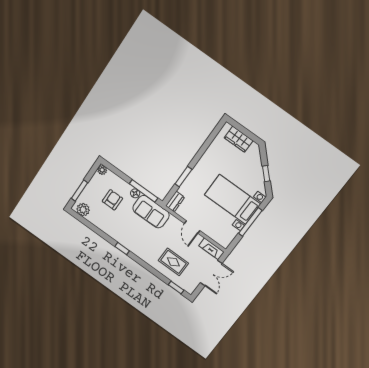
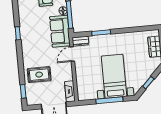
door: (192, 227) -> (72, 54), moved
rug: (173, 262) -> (39, 75), turned 90

